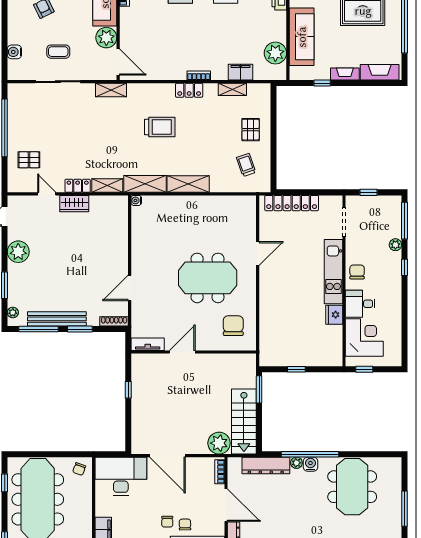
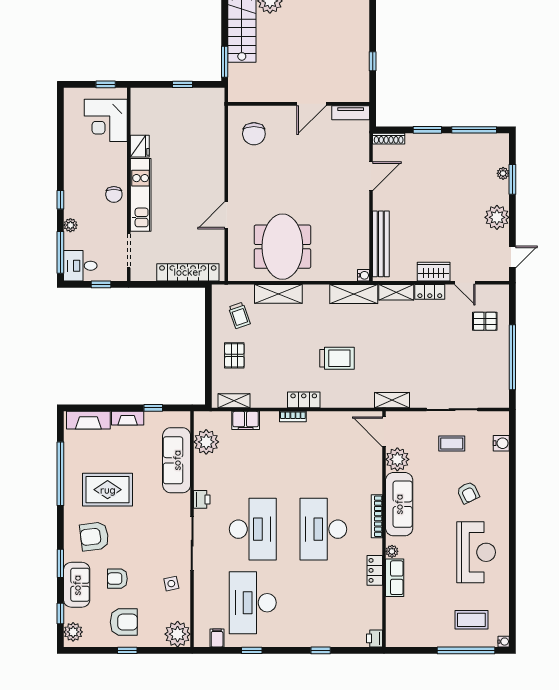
shelving: (232, 89) -> (234, 401), moved
trolley: (160, 127) -> (337, 358), turned 180
shelving: (188, 184) -> (278, 294), moved
meeting table: (208, 278) -> (282, 247), moved, turned 90
desk: (360, 304) -> (80, 266), moved, turned 180
plant: (13, 313) -> (503, 173), moved
bench: (57, 319) -> (381, 244), moved, turned 90

